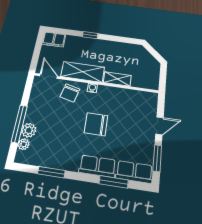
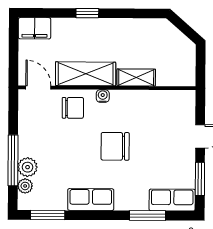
chair: (70, 93) -> (73, 108), turned -104
row of seats: (98, 166) -> (91, 200), moved
window: (51, 172) -> (48, 215), moved

